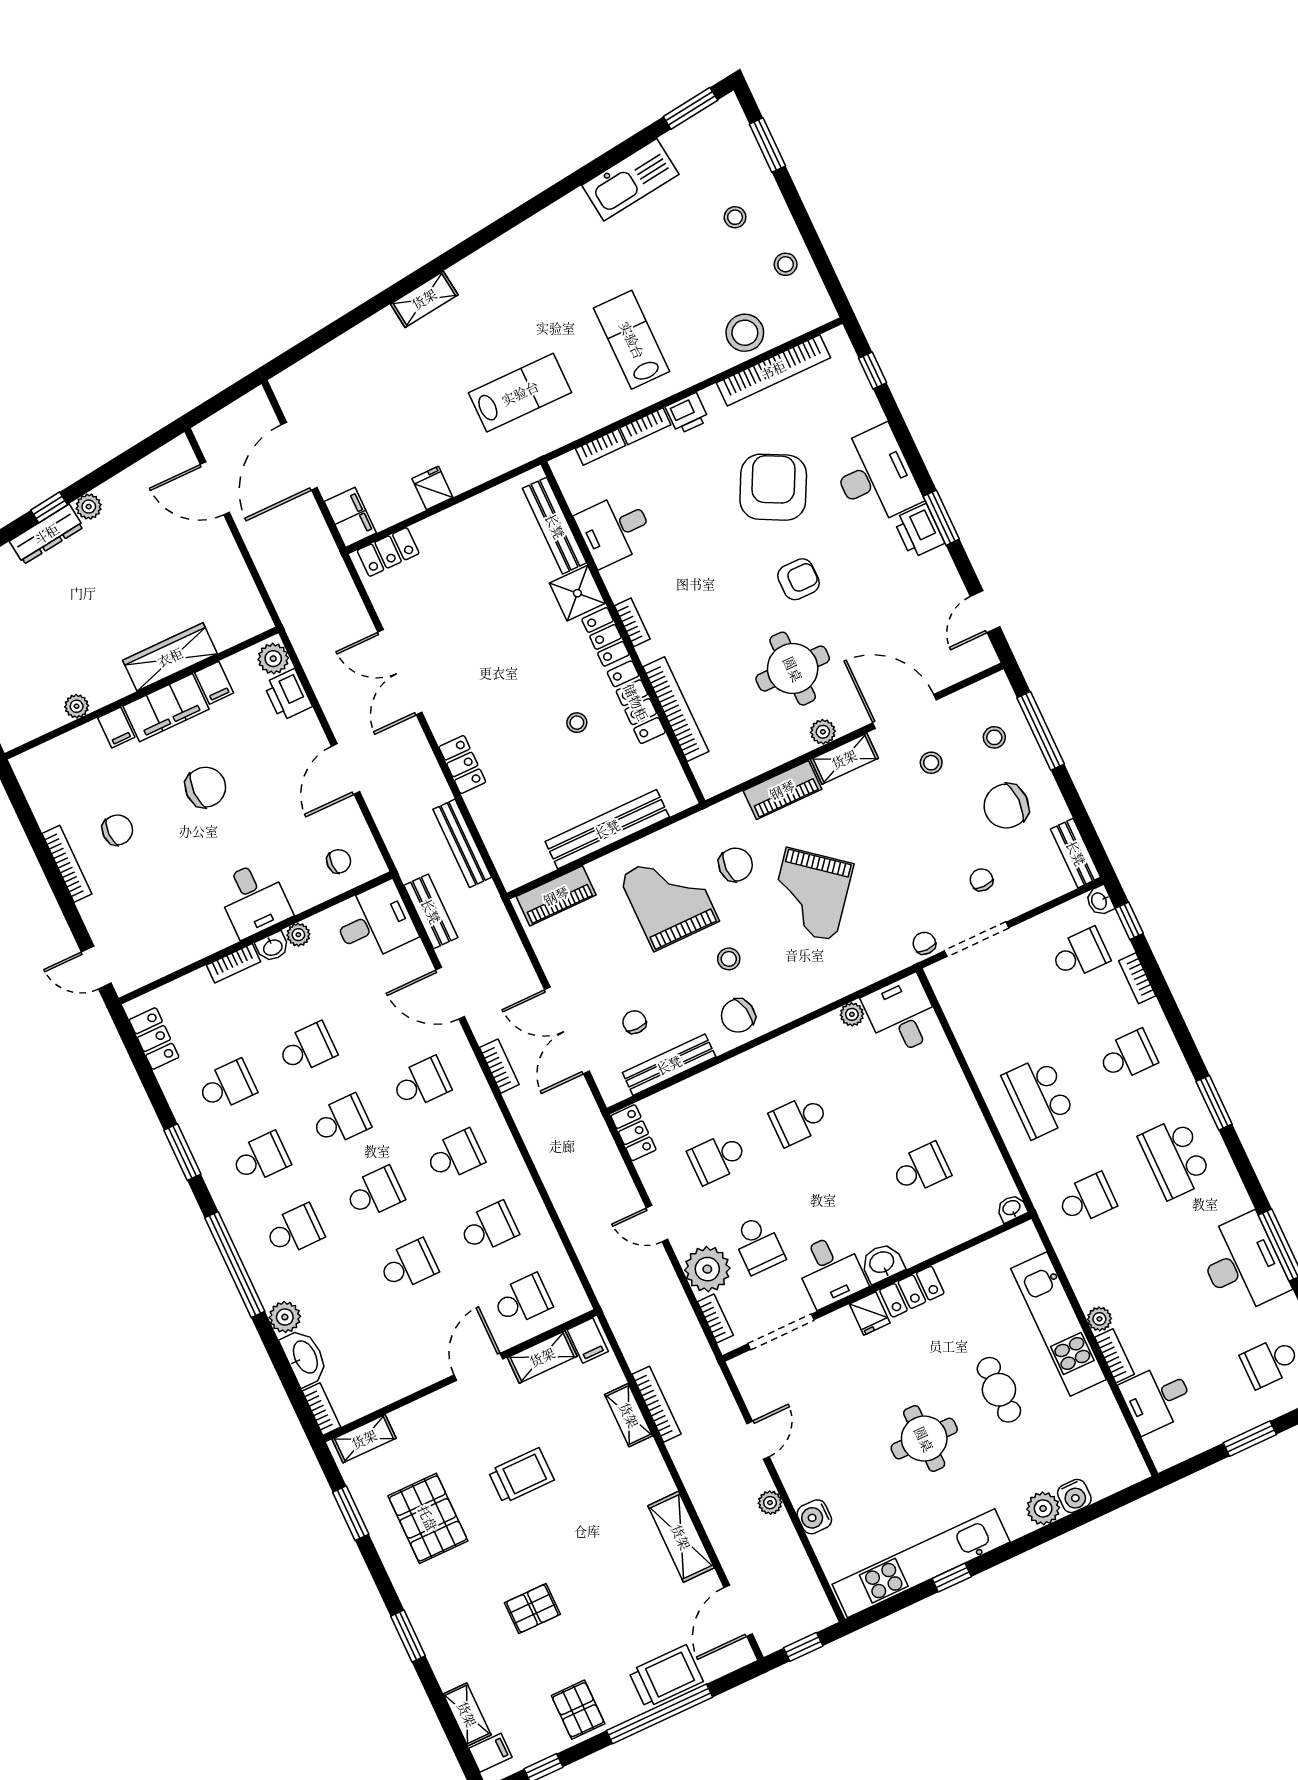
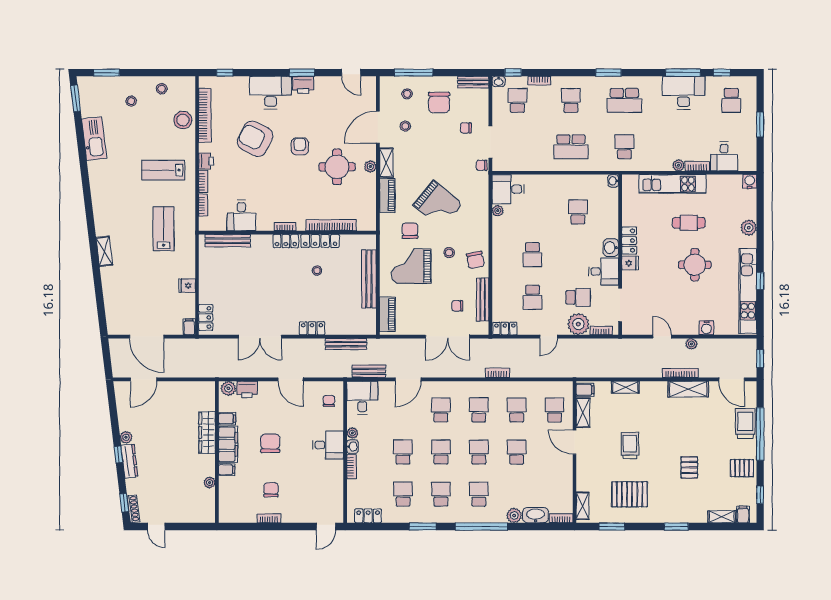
filing cabinet: (350, 517) -> (189, 327), width x0.50
shower: (577, 593) -> (261, 244), removed
bookcase: (67, 864) -> (269, 518), width x0.64
bookcase: (499, 1066) -> (497, 373), moved
bookcase: (656, 1404) -> (680, 373), moved
water cooler: (1074, 1496) -> (750, 181), moved, turned -90

